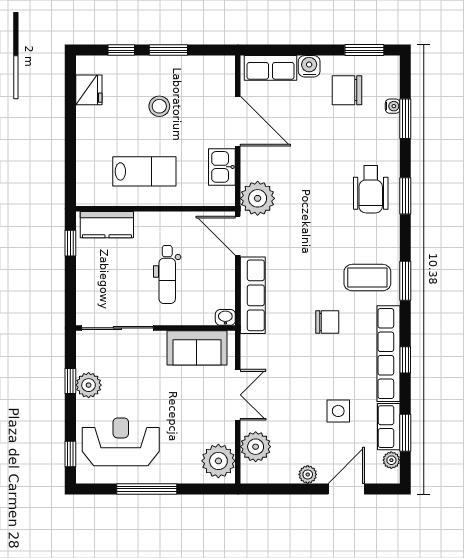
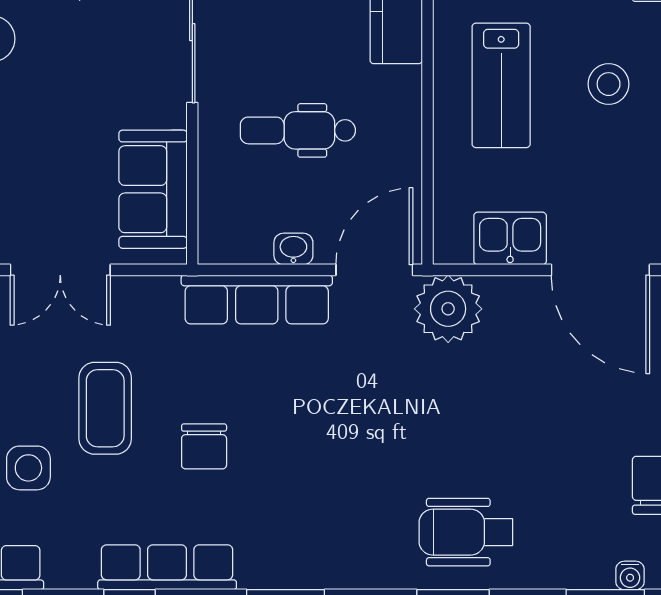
stool: (159, 106) -> (609, 84), moved
door: (238, 121) -> (600, 270), hinge flipped
coffee table: (367, 278) -> (105, 408), moved
washbasin: (225, 317) -> (293, 249), moved, turned -90
row of seats: (389, 354) -> (167, 567), width x0.73

